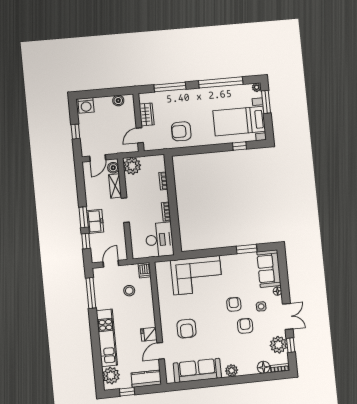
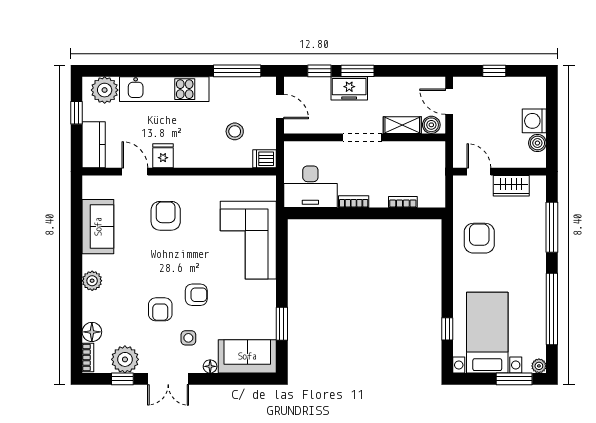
washing machine: (86, 105) -> (534, 121), moved
plant: (132, 166) -> (431, 155), removed
armchair: (245, 326) -> (160, 309), turned 90
armchair: (186, 329) -> (166, 216), turned 90
sofa: (197, 370) -> (98, 227), width x0.73

